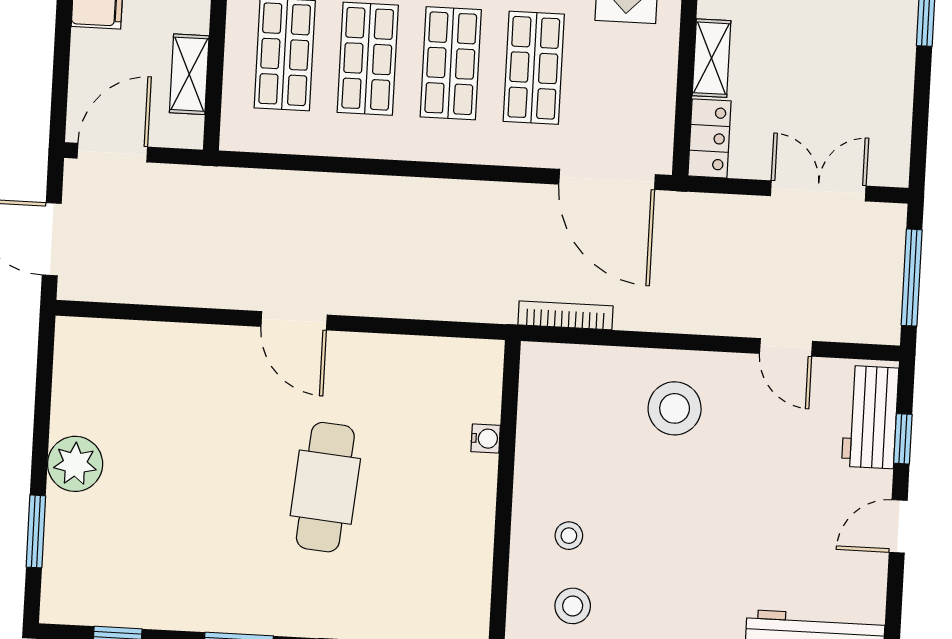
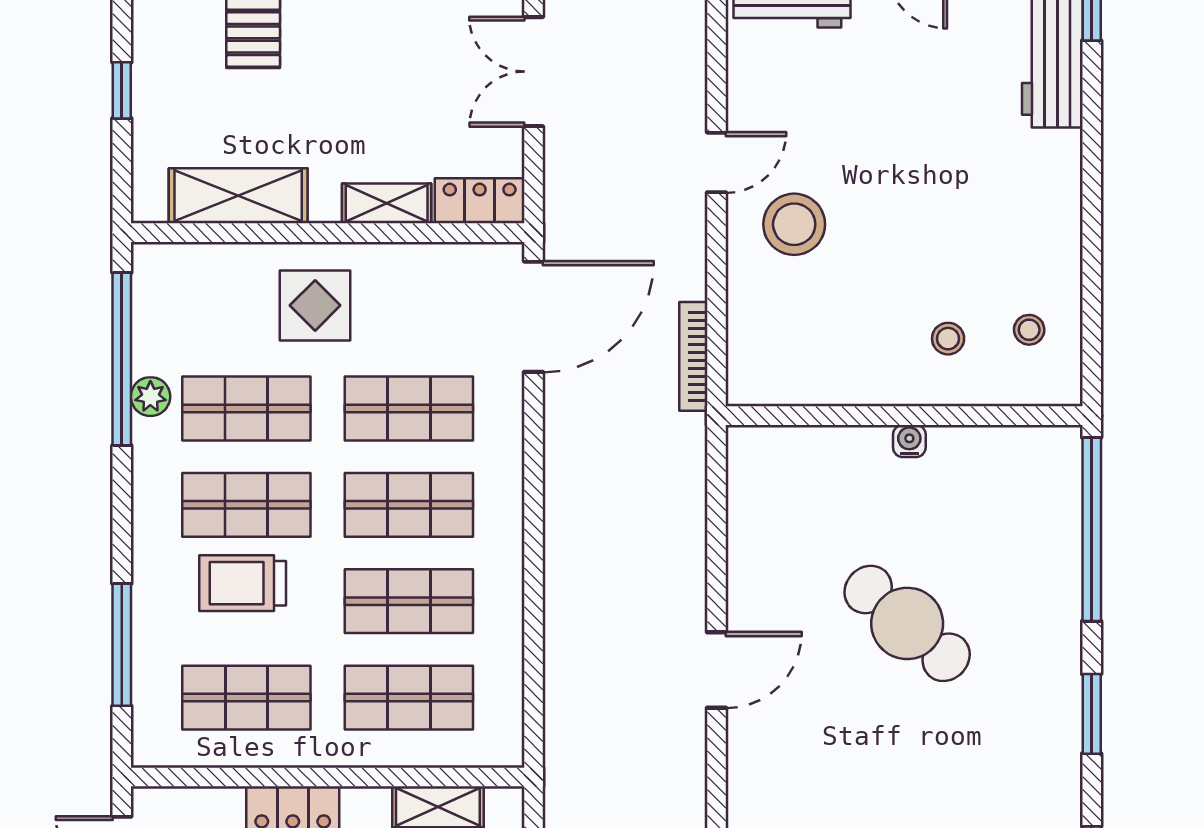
door: (786, 347) -> (717, 162), moved
water cooler: (486, 438) -> (909, 441), moved
cafe table: (325, 487) -> (907, 623), turned 36
stool: (573, 606) -> (1029, 330), width x0.73, depth x0.73

